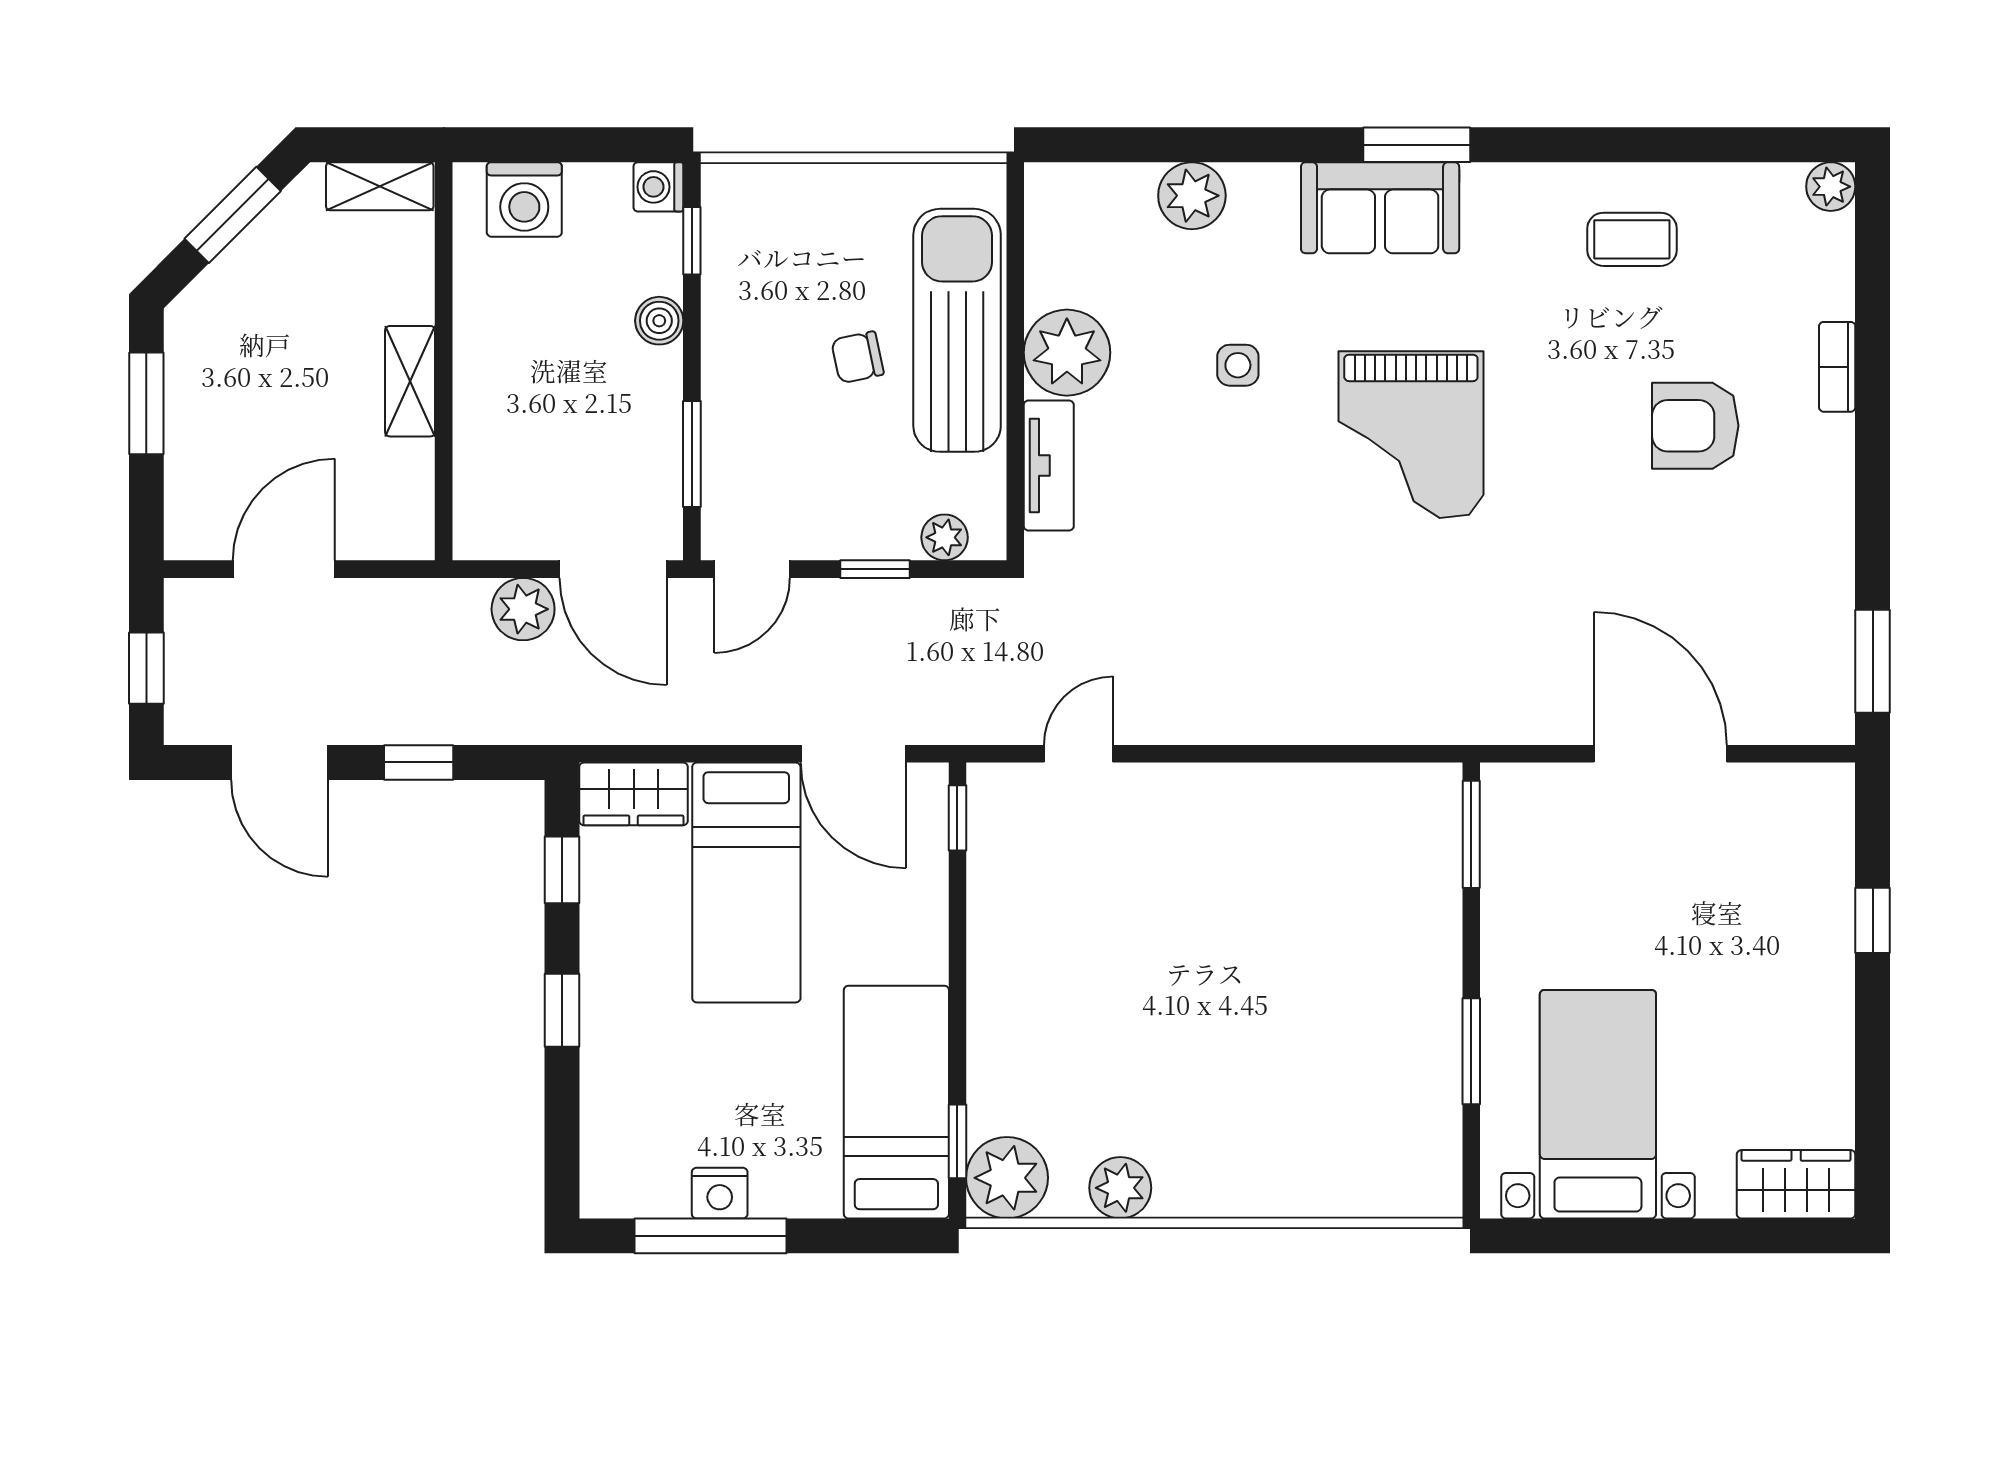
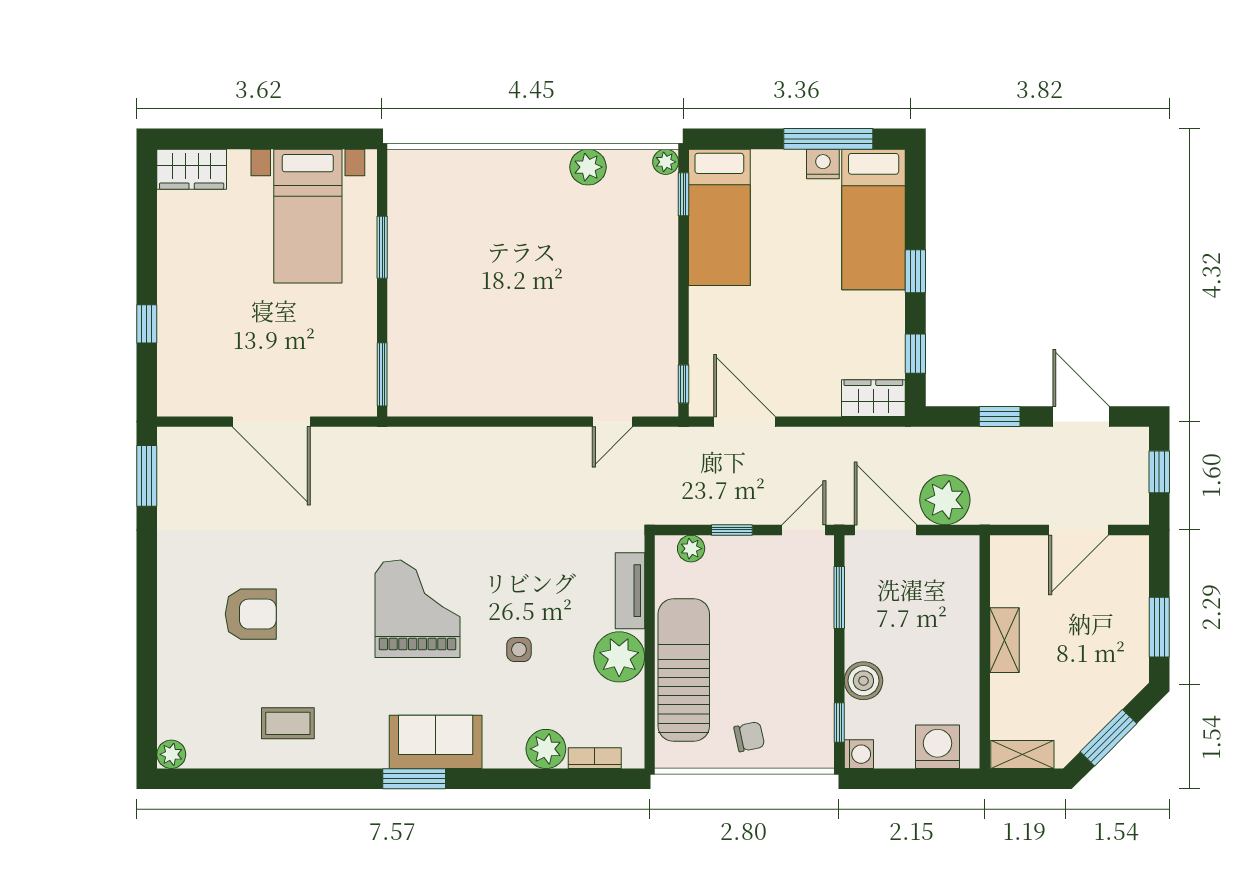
boiler: (659, 321) -> (863, 681), width x1.36, depth x1.36
sun lounger: (957, 330) -> (684, 670), turned 180
chair: (857, 357) -> (749, 737), moved
bookcase: (1837, 367) -> (595, 758), moved, turned -90
plant: (523, 609) -> (945, 500), width x1.36, depth x1.36
bed: (746, 883) -> (874, 219), moved, turned 180
plant: (1007, 1178) -> (666, 162), width x0.53, depth x0.53

